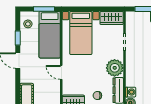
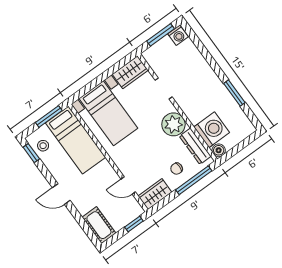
window: (18, 38) -> (31, 153), moved
door: (61, 72) -> (128, 186), moved
washing machine: (131, 92) -> (212, 130), width x1.89, depth x1.89

